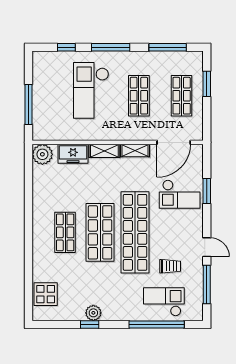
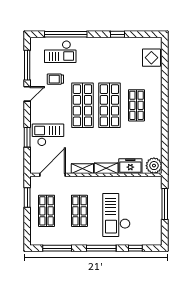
window: (207, 84) -> (27, 198), moved
checkout: (91, 90) -> (116, 215), turned 180
shop shelf: (135, 232) -> (82, 105), width x0.71
door: (207, 247) -> (27, 94), swing flipped
plant: (93, 313) -> (115, 43), removed

